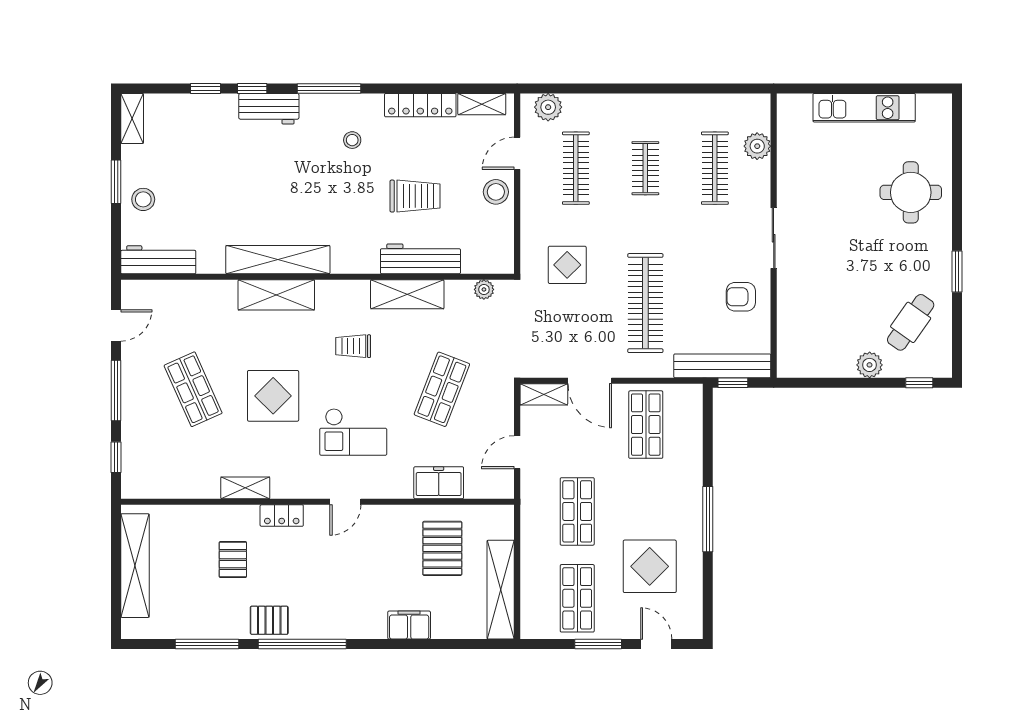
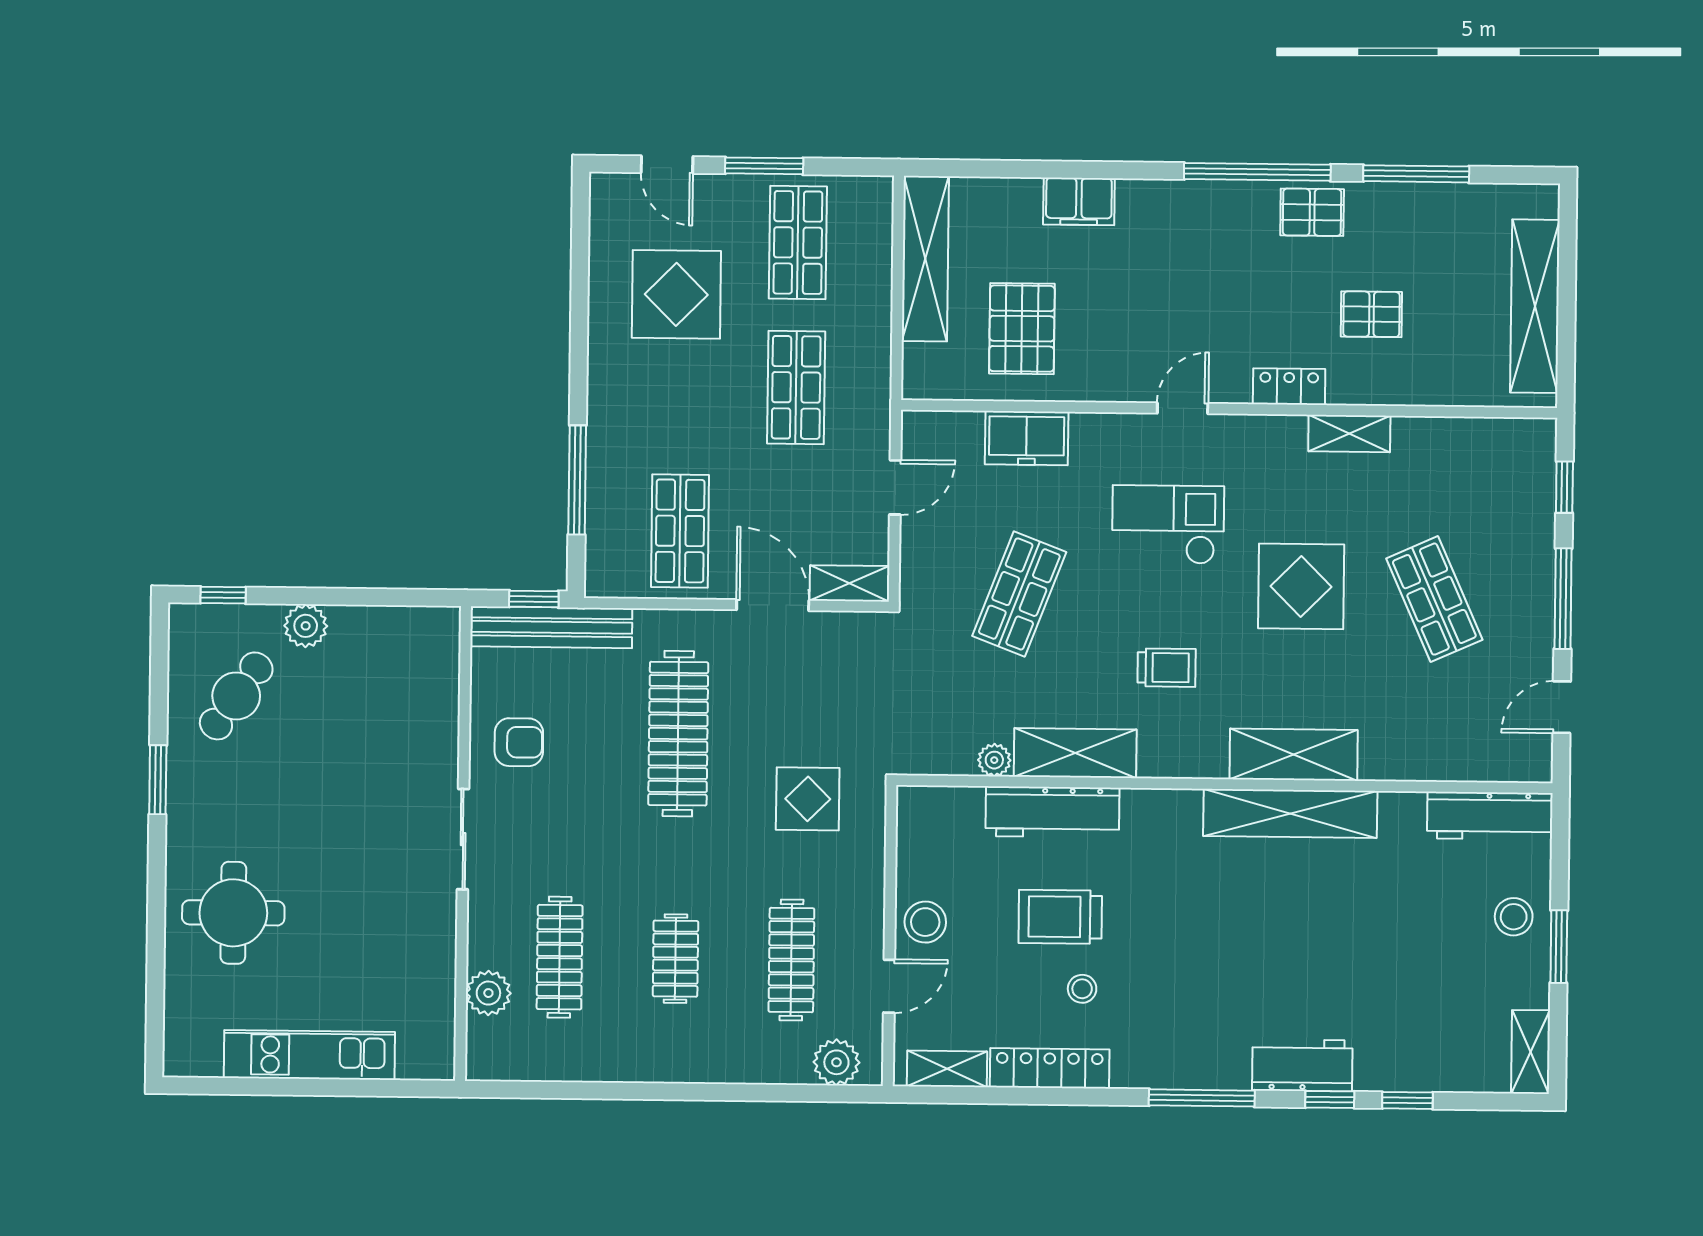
stool: (352, 140) -> (1082, 989), moved
plant: (484, 289) -> (994, 760), moved
window: (708, 519) -> (577, 480), moved
pallet: (233, 560) -> (1371, 314), turned 90

